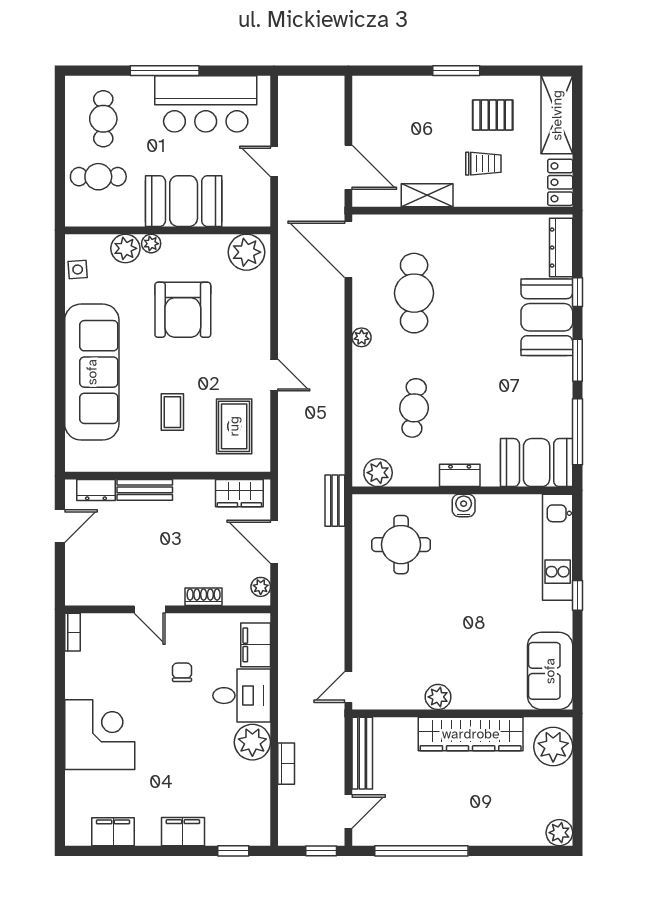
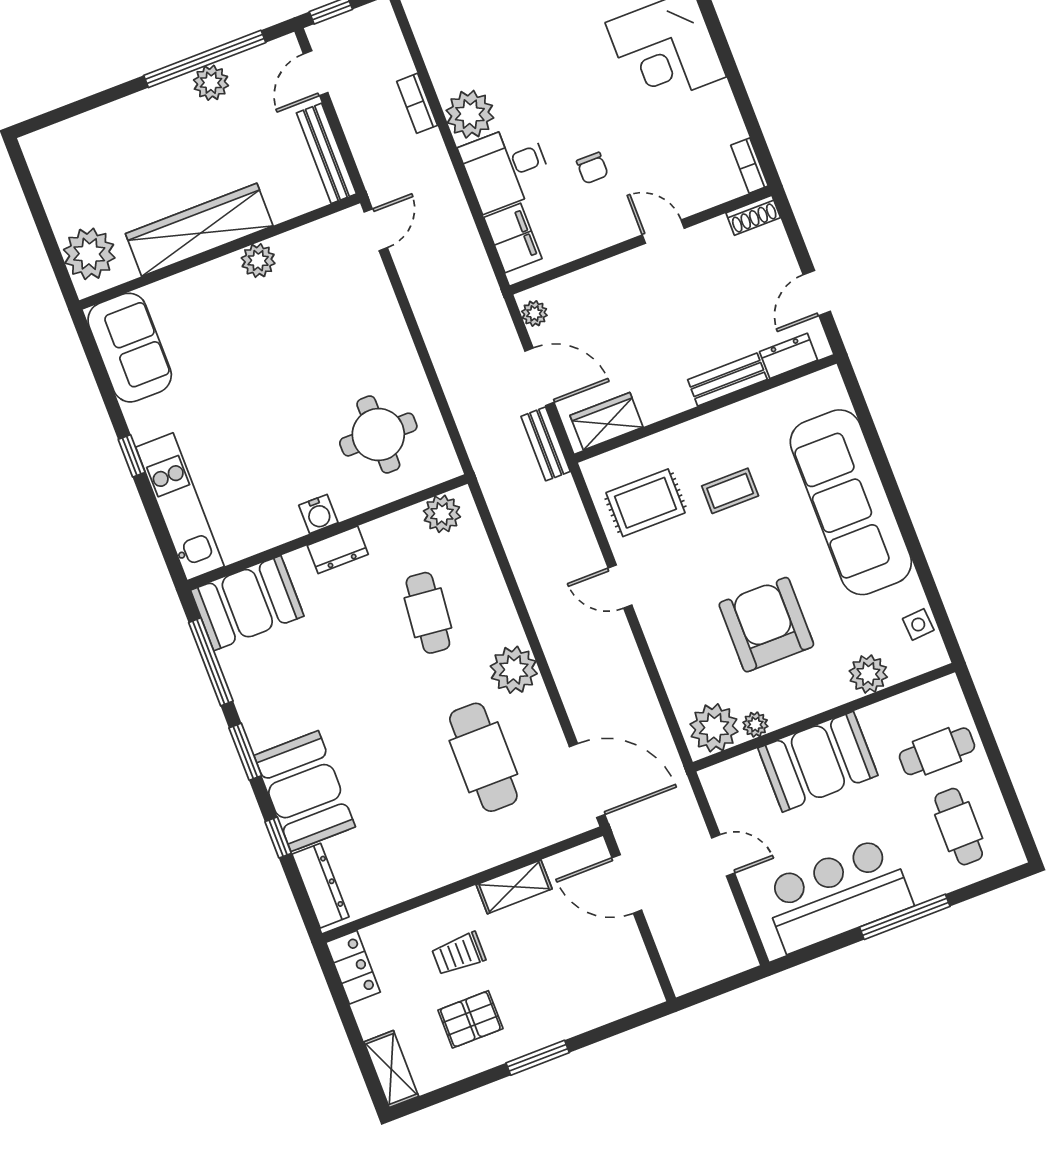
shelving: (557, 115) -> (391, 1069), width x0.67, depth x0.75
plant: (151, 244) -> (755, 724), moved
plant: (362, 337) -> (514, 670), width x1.87, depth x1.87
coffee table: (172, 412) -> (730, 491), turned 90
rug: (234, 426) -> (646, 503), turned 90
bench: (335, 501) -> (546, 444), moved
shoe rack: (204, 597) -> (753, 215), moved
plant: (559, 833) -> (211, 83), moved

